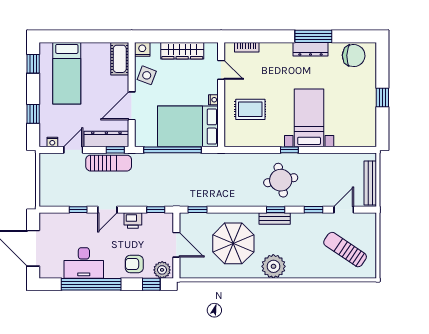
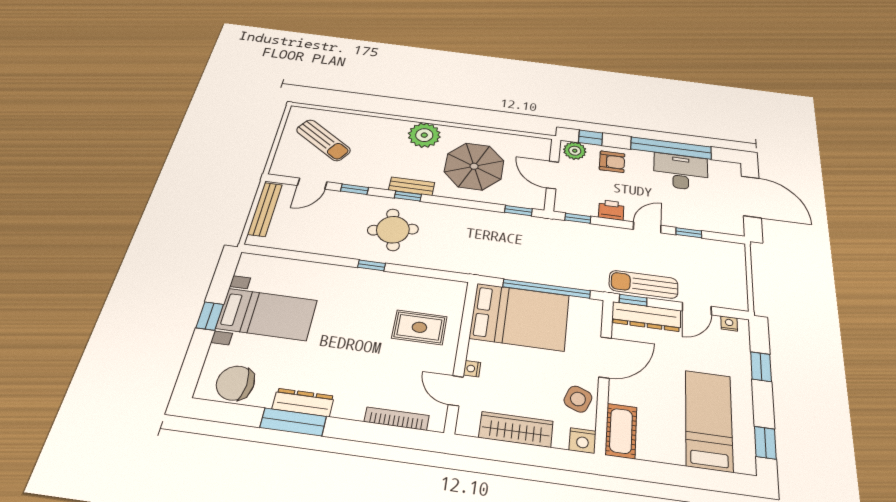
bookcase: (247, 47) -> (397, 419), width x1.56
nightstand: (213, 100) -> (472, 369), moved
bed with nightstands: (309, 118) -> (267, 314), moved, turned -90

